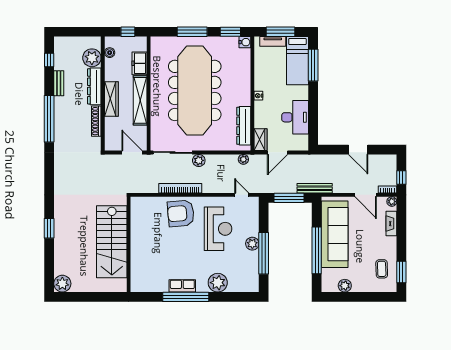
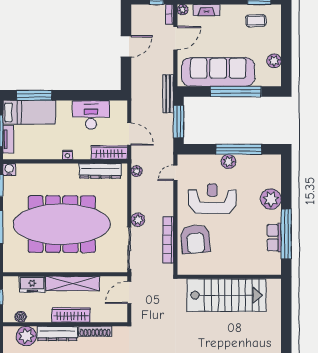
wardrobe: (261, 140) -> (109, 153), width x1.50
stairs: (112, 242) -> (226, 295), moved
wall: (129, 244) -> (229, 277), moved

